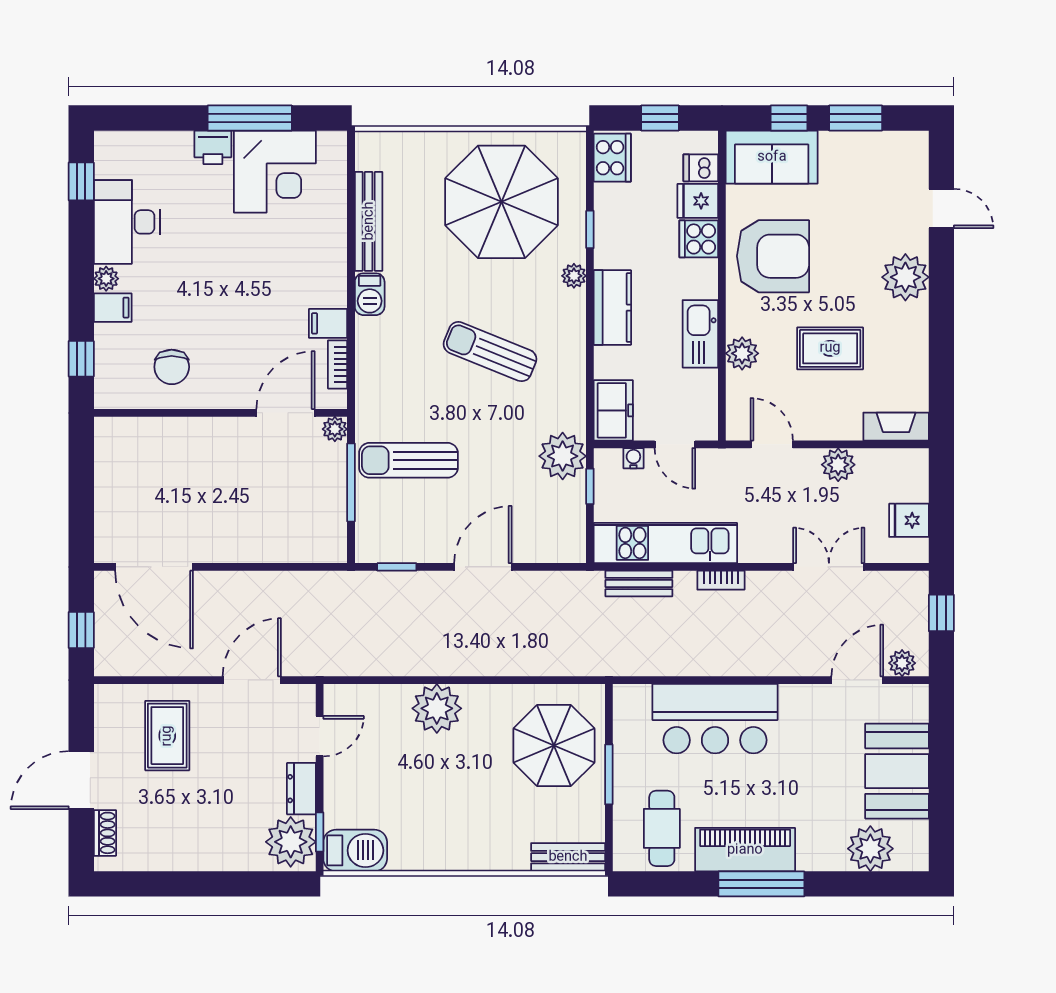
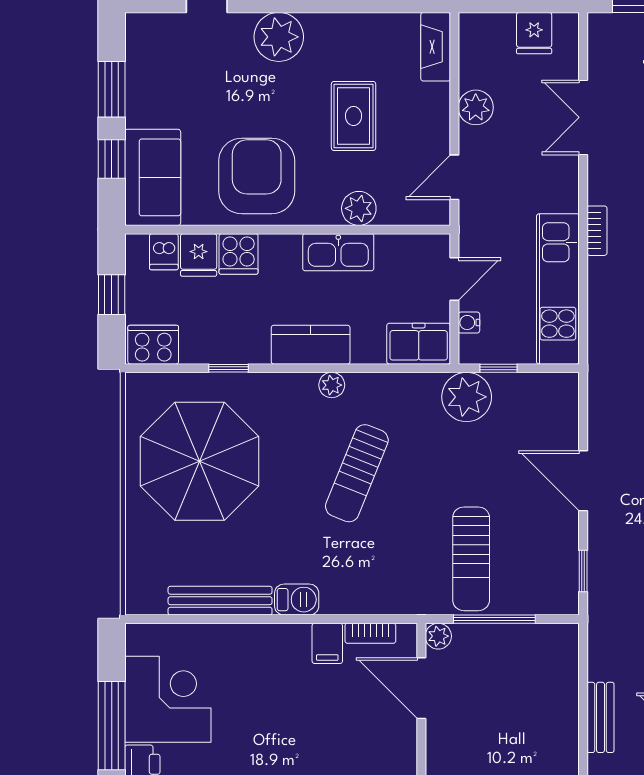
plant: (574, 276) -> (332, 385), moved
bench: (639, 584) -> (601, 717), moved

